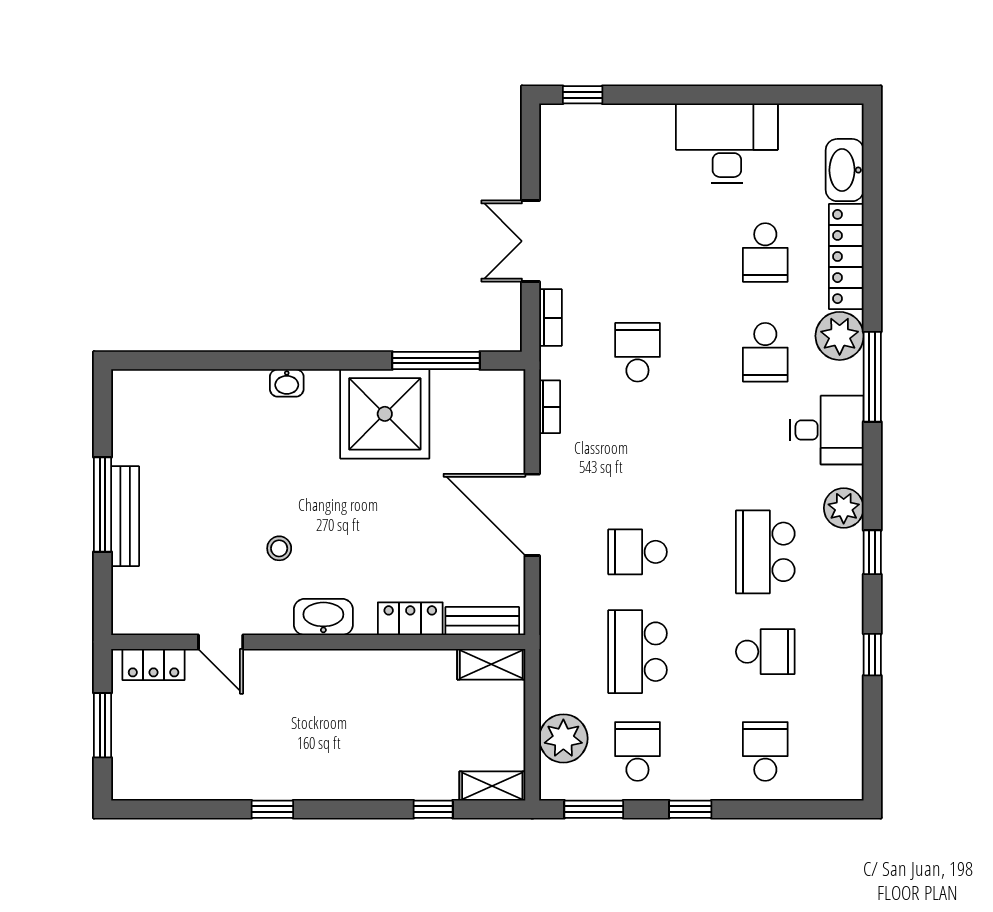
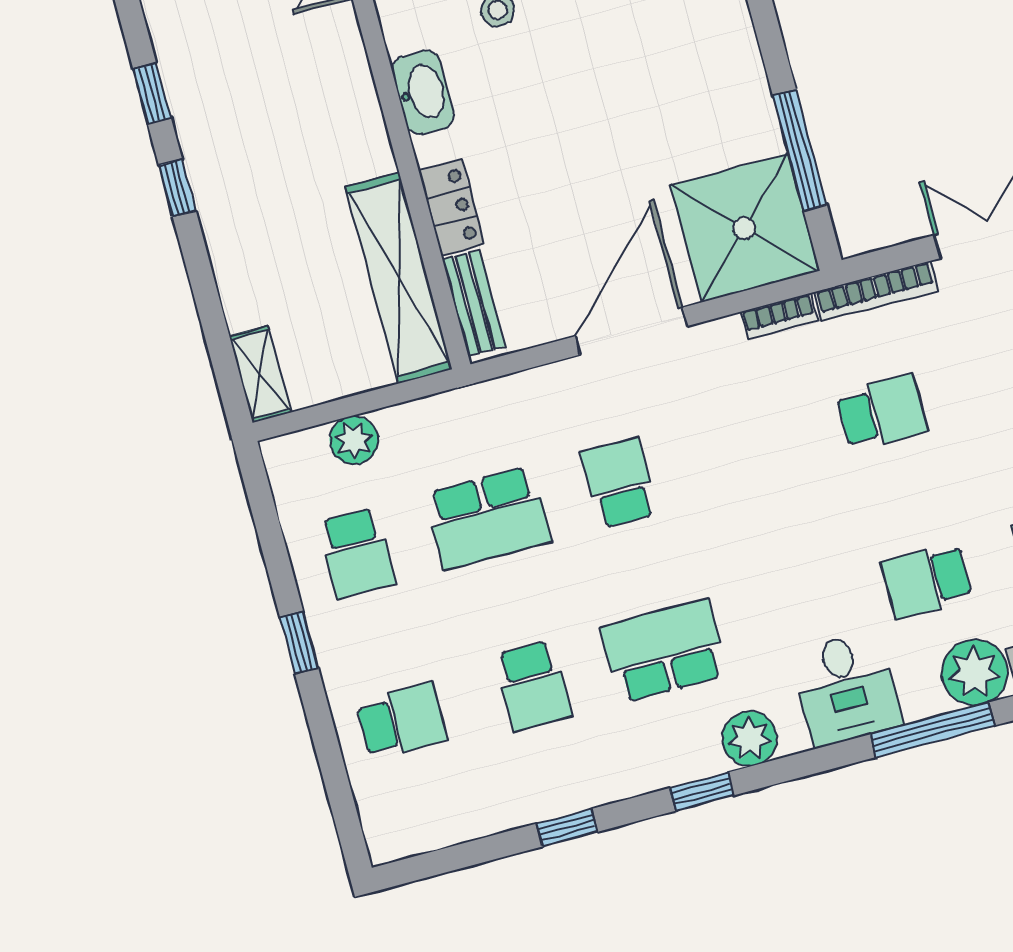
bookcase: (550, 318) -> (876, 291), width x1.56
shower: (385, 414) -> (744, 228), moved
school desk: (637, 652) -> (488, 518), turned 180
shelving: (491, 664) -> (399, 278), width x2.20, depth x1.33
plant: (563, 738) -> (354, 440), width x0.73, depth x0.73
school desk: (637, 751) -> (357, 553), turned 90
window: (433, 809) -> (177, 188), moved
window: (594, 809) -> (265, 516), removed

